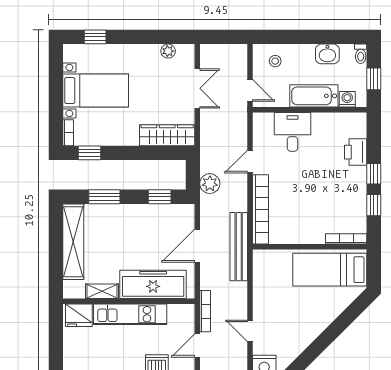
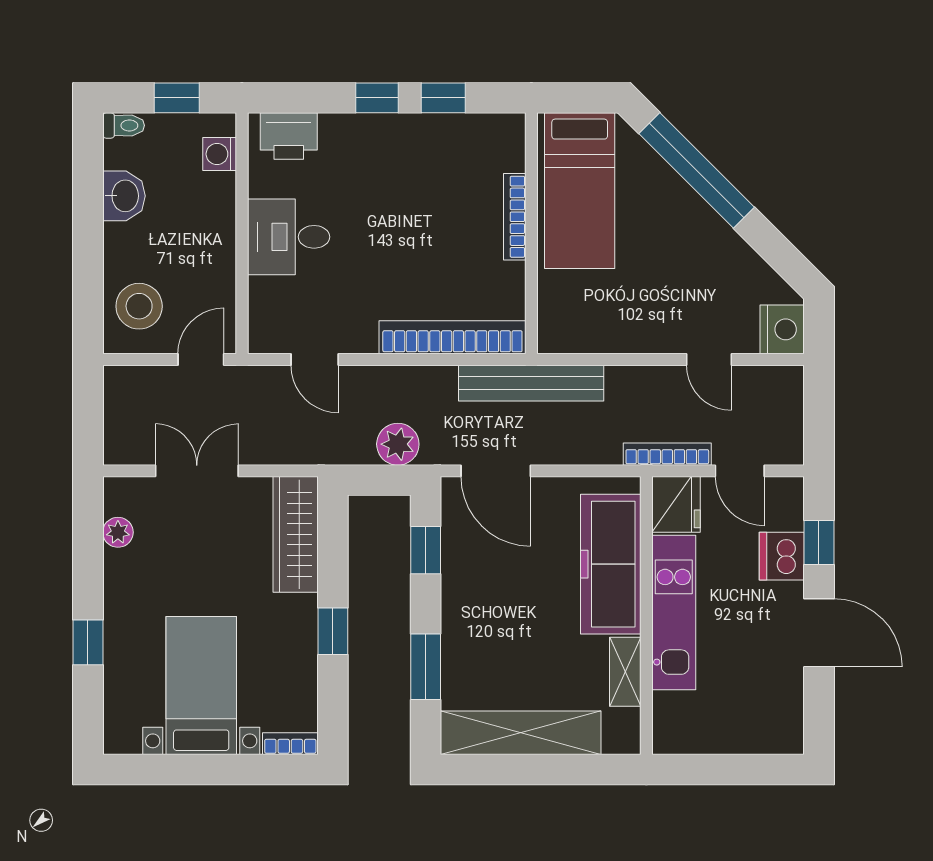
window: (95, 37) -> (88, 642), moved
stool: (275, 61) -> (139, 306), width x1.89, depth x1.89
bathtub: (314, 96) -> (212, 224), removed
desk: (292, 132) -> (289, 237), moved
printer: (356, 152) -> (289, 136), moved
window: (90, 153) -> (333, 631), moved
door: (250, 162) -> (315, 360), moved
bookcase: (346, 239) -> (515, 217), moved
door: (197, 246) -> (496, 471), moved
fridge: (79, 315) -> (676, 504), moved
window: (339, 325) -> (697, 170), added
door: (250, 331) -> (709, 360), hinge flipped

